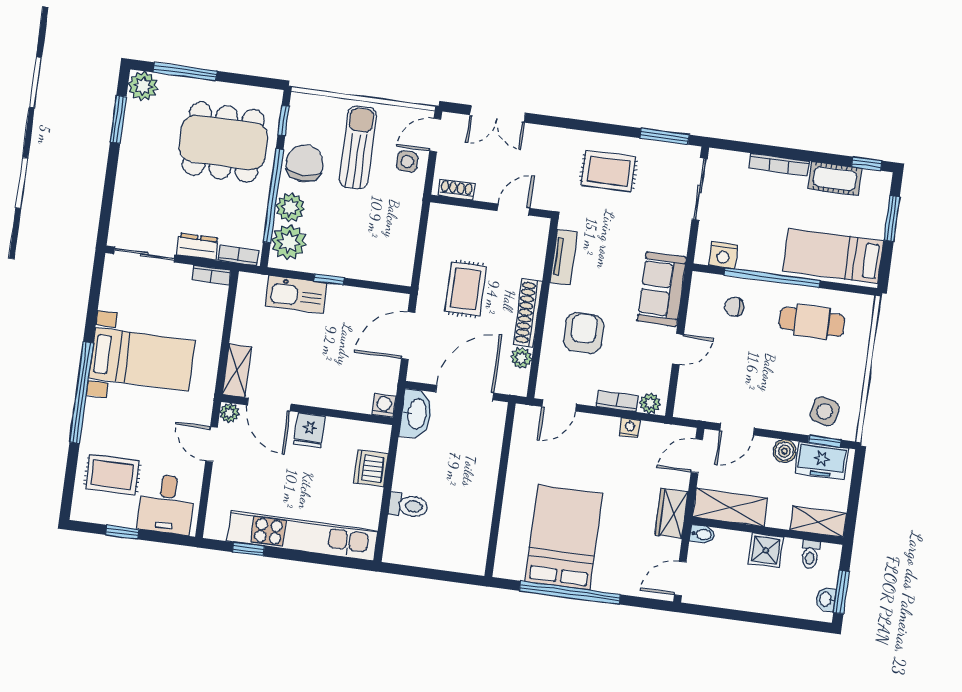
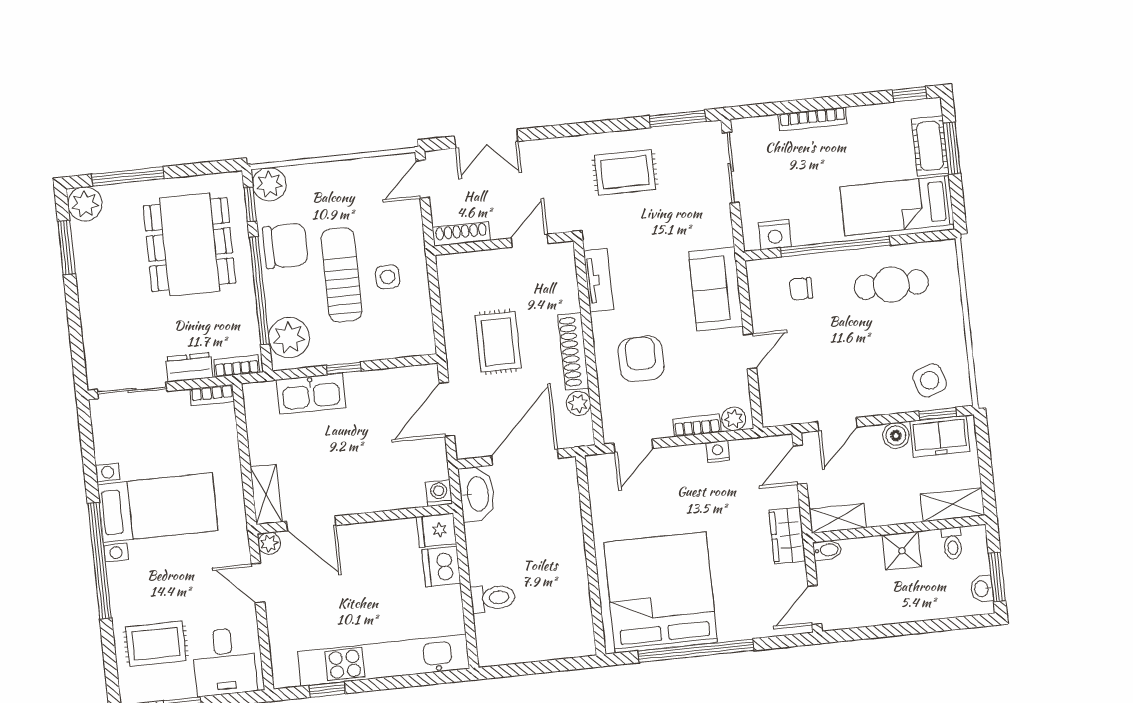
dining table: (223, 142) -> (189, 245), turned 90
sun lounger: (358, 147) -> (342, 275), moved
side table: (407, 161) -> (388, 277), moved
chair: (305, 163) -> (285, 246), turned 90
cot: (835, 178) -> (930, 146), moved, turned 90
shoe rack: (457, 190) -> (461, 234), width x1.43
plant: (290, 207) -> (269, 184), moved
side table: (825, 411) -> (930, 380), turned -32
fridge: (310, 430) -> (437, 530), moved, turned 90
shelving: (730, 507) -> (838, 518), width x0.67, depth x0.75
bed: (564, 537) -> (661, 592), width x1.36

